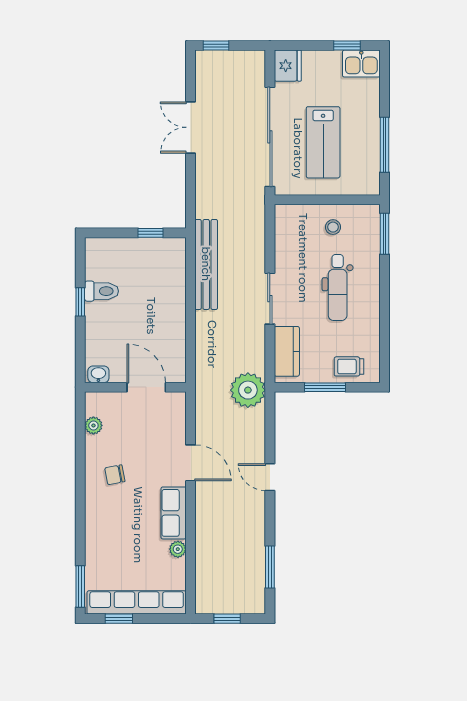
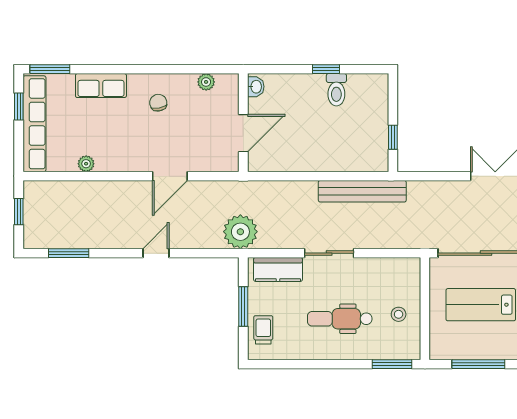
row of seats: (174, 513) -> (101, 86), moved, turned 180

